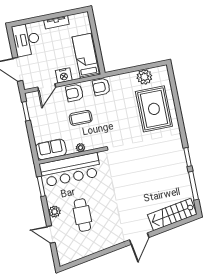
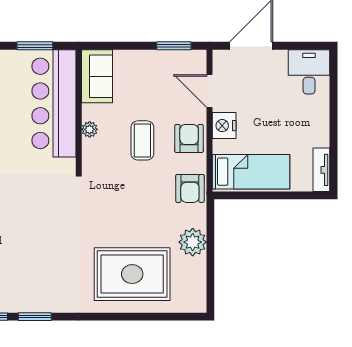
tv unit: (56, 22) -> (321, 170), moved
desk: (26, 40) -> (309, 72), width x0.73
plant: (144, 77) -> (193, 242), moved
armchair: (101, 87) -> (190, 188), turned 180

